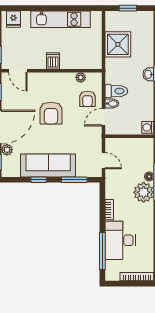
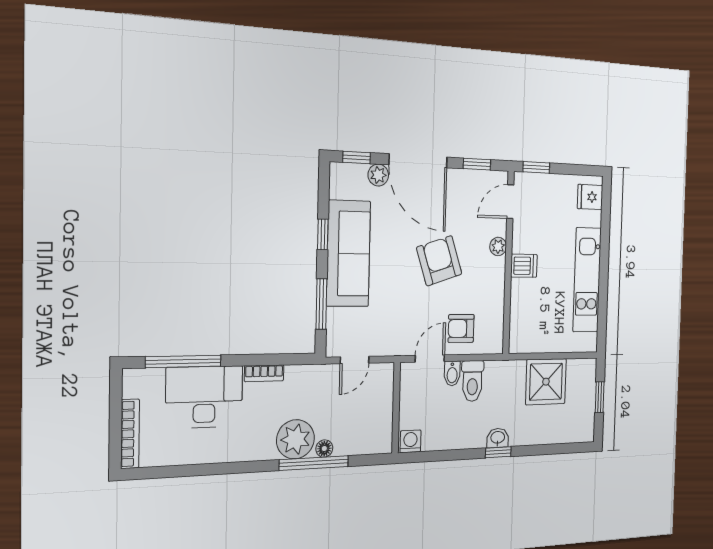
plant: (81, 77) -> (498, 246), moved
armchair: (51, 113) -> (439, 261), turned 72
door: (103, 117) -> (430, 358), hinge flipped

